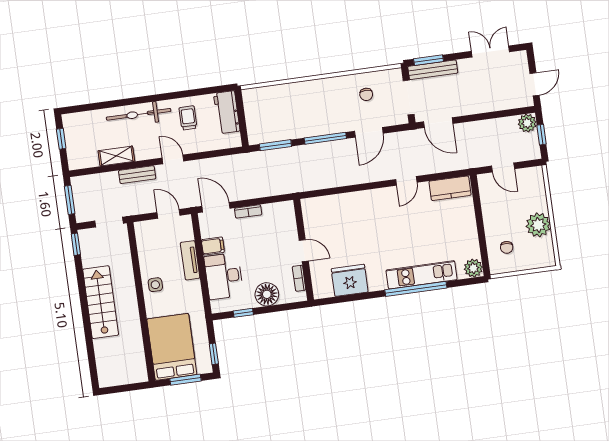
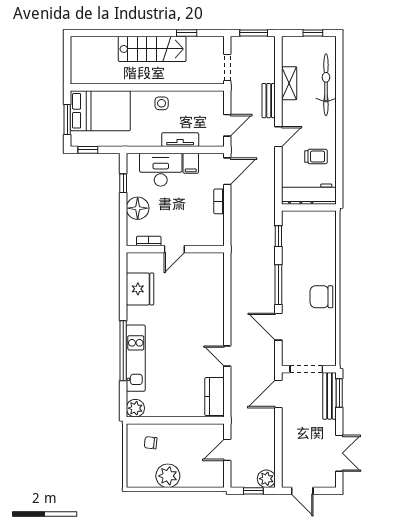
chair: (366, 94) -> (321, 297), moved, width x1.87, depth x1.87
workbench: (227, 112) -> (309, 194), width x1.38
bicycle: (139, 114) -> (326, 85), moved
window: (275, 145) -> (278, 236), width x0.67
window: (76, 244) -> (187, 33), moved

